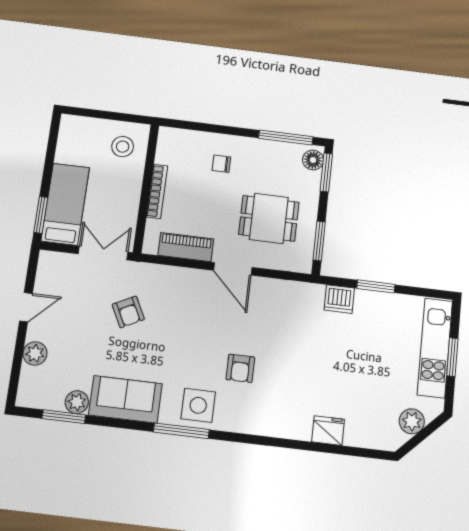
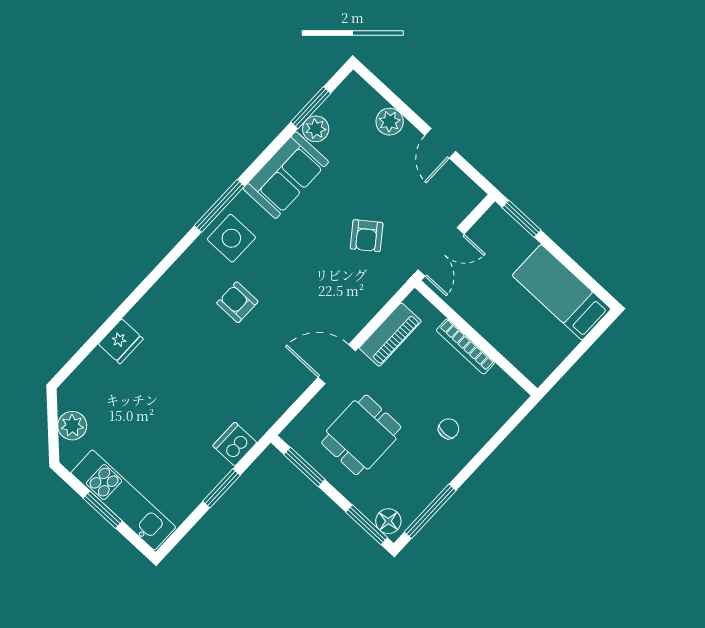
stool: (123, 147) -> (535, 345), removed
bed: (65, 204) -> (562, 292), moved, turned 180
armchair: (128, 312) -> (367, 236), turned -100

